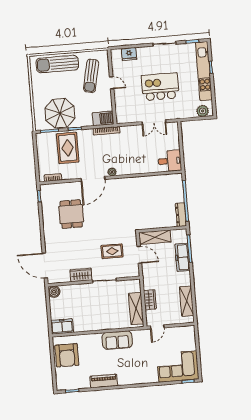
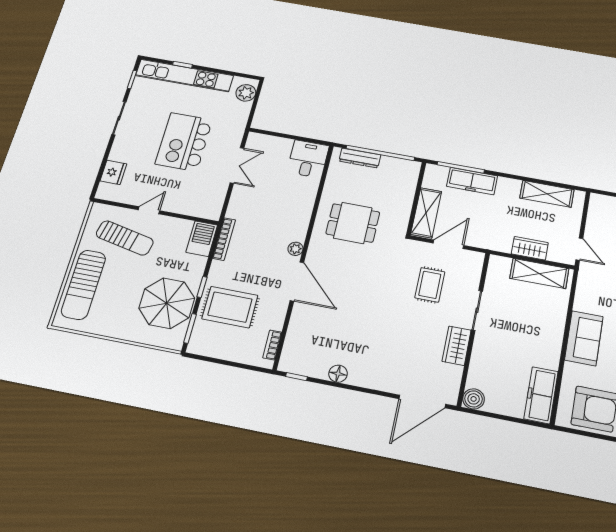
dining table: (71, 214) -> (353, 223), moved
dresser: (181, 215) -> (360, 158), moved
floor lamp: (47, 217) -> (338, 374), added
freezer: (62, 326) -> (541, 395), width x1.40
sofa: (117, 340) -> (584, 338), moved

